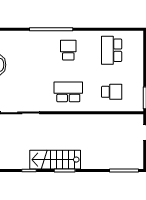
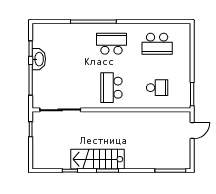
school desk: (68, 50) -> (111, 44), width x1.85
school desk: (112, 50) -> (157, 44), turned -90
school desk: (68, 92) -> (111, 88), turned -90

